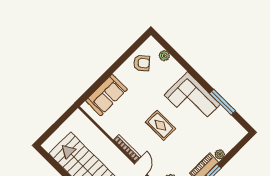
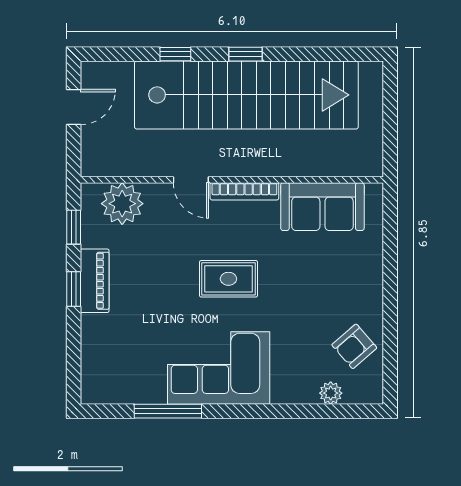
sofa: (106, 95) -> (322, 207), moved, turned -90
plant: (220, 154) -> (91, 325), removed

